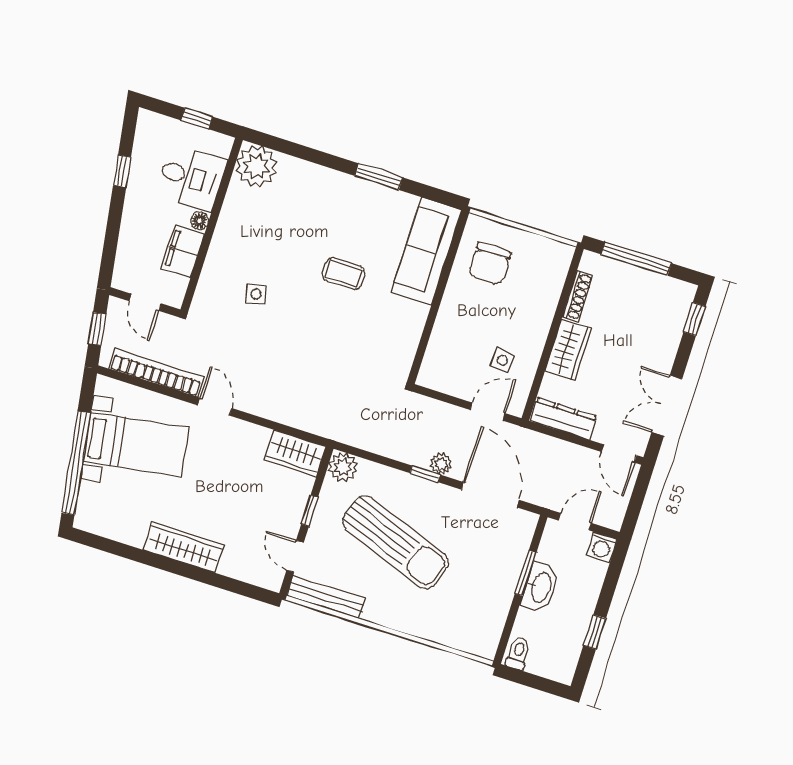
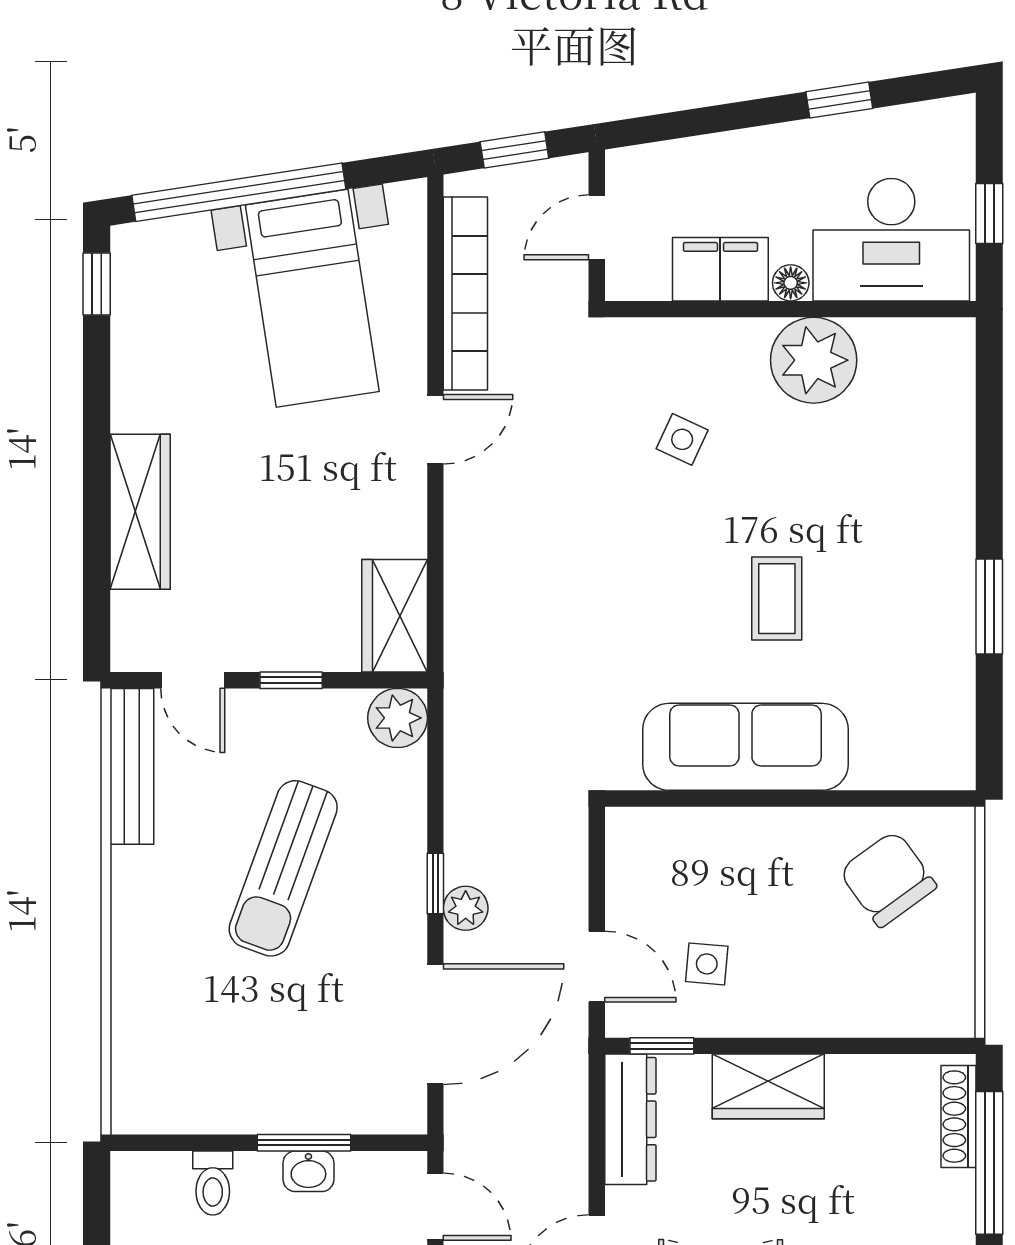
plant: (256, 166) -> (814, 360), moved
desk: (191, 178) -> (891, 240), width x1.37
sofa: (426, 251) -> (745, 747), moved
chair: (490, 264) -> (888, 879), turned 54
side table: (256, 294) -> (682, 439), turned 38
shoe rack: (578, 296) -> (958, 1117), moved, turned 90
window: (534, 393) -> (662, 1046), added
window: (98, 542) -> (97, 284), added
sun lounger: (396, 542) -> (283, 868), width x0.73, depth x0.75
wardrobe: (184, 547) -> (140, 512), moved
door: (295, 556) -> (193, 680), swing flipped
washbasin: (540, 587) -> (308, 1171), width x0.52, depth x0.69
toilet: (518, 653) -> (213, 1183), moved, turned 90

